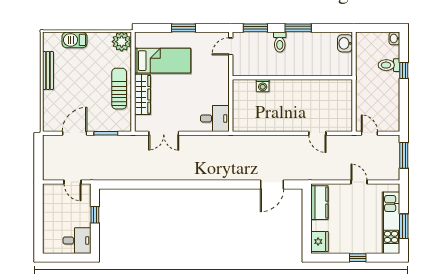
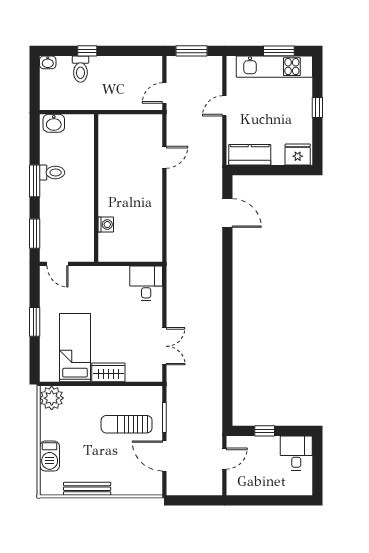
toilet: (280, 42) -> (52, 172), moved
sun lounger: (119, 89) -> (127, 424), moved
wardrobe: (143, 94) -> (108, 372), width x0.67

